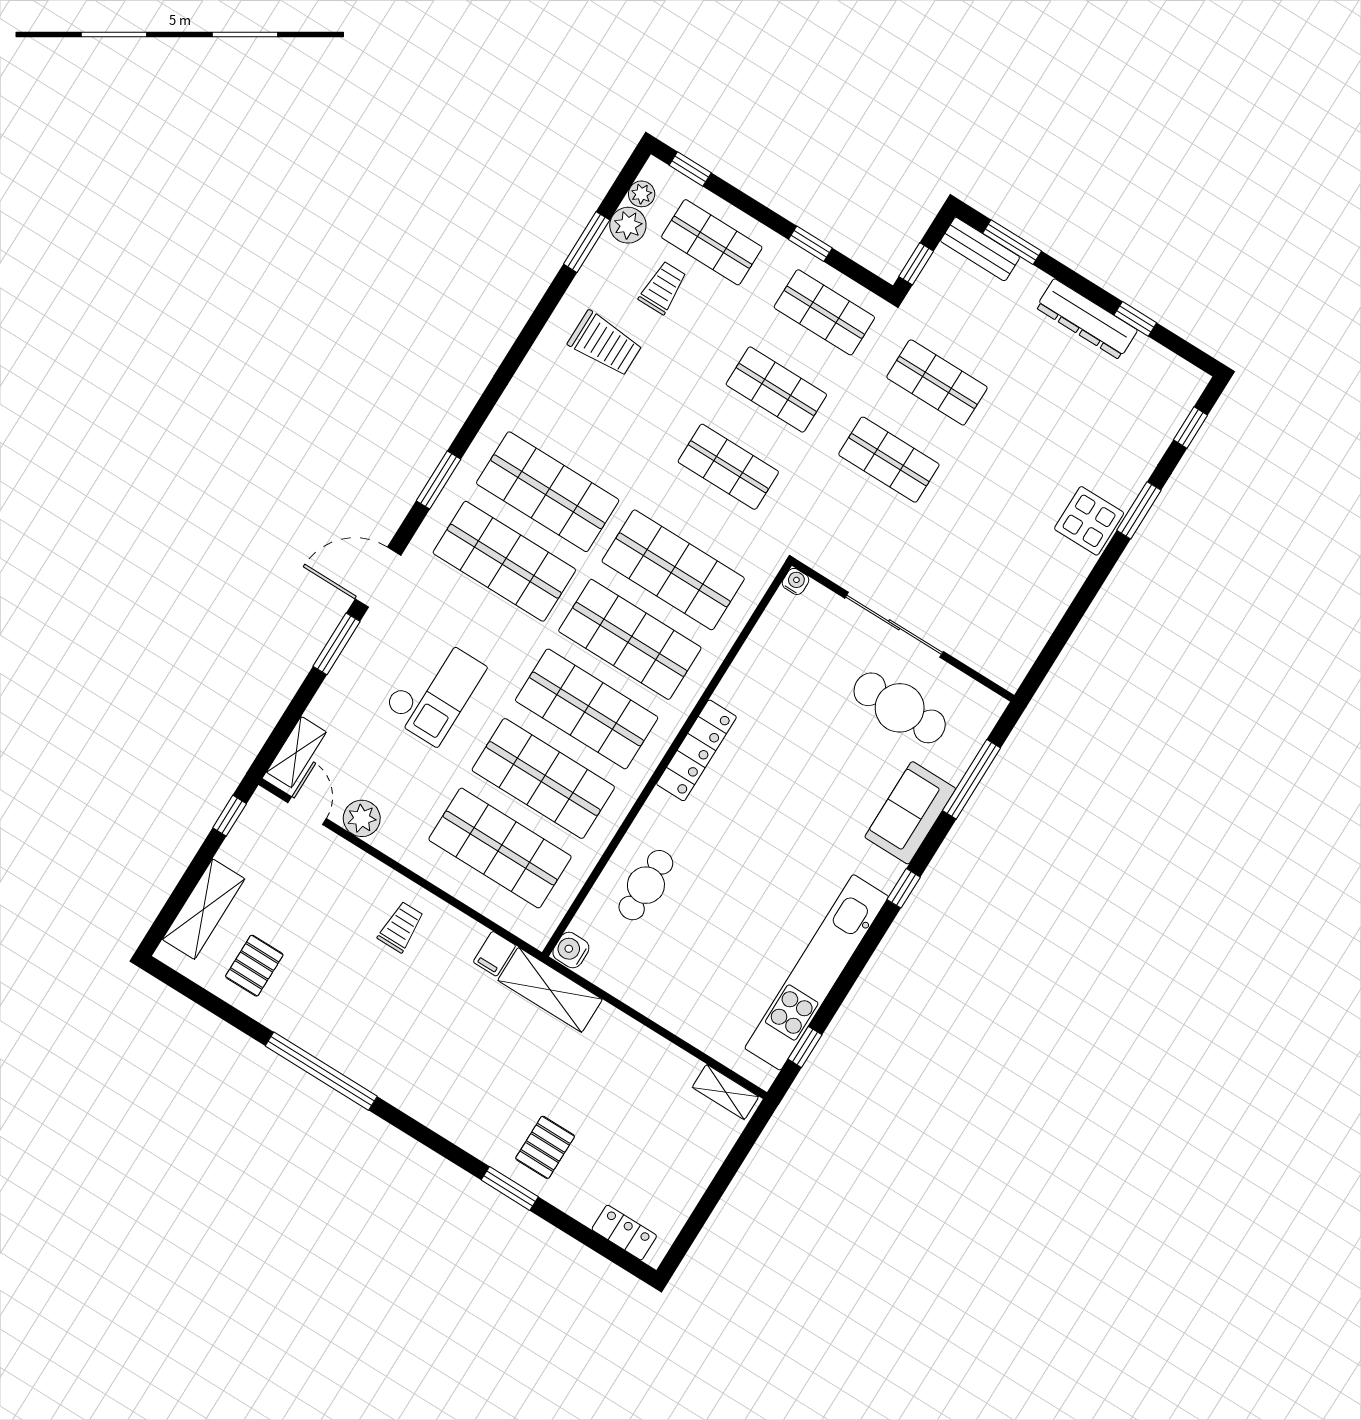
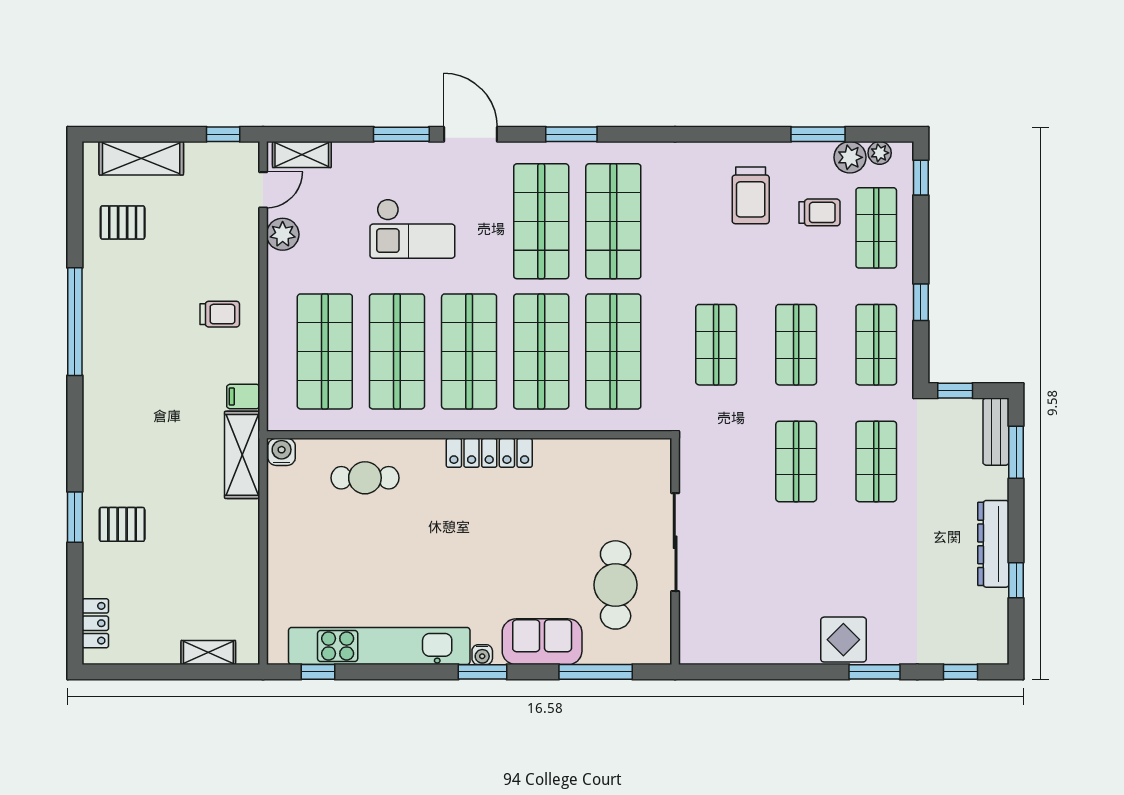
water cooler: (795, 581) -> (482, 655), moved, turned 90
window: (904, 888) -> (483, 672), width x1.50
shelving: (725, 1092) -> (208, 652), moved, turned 90

